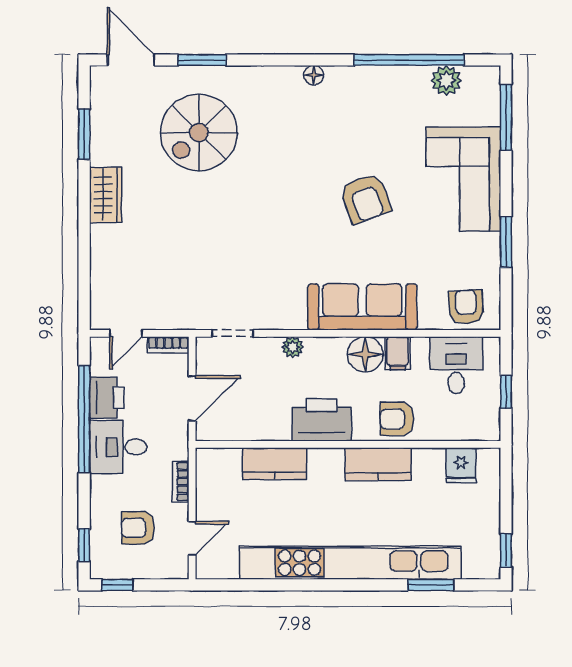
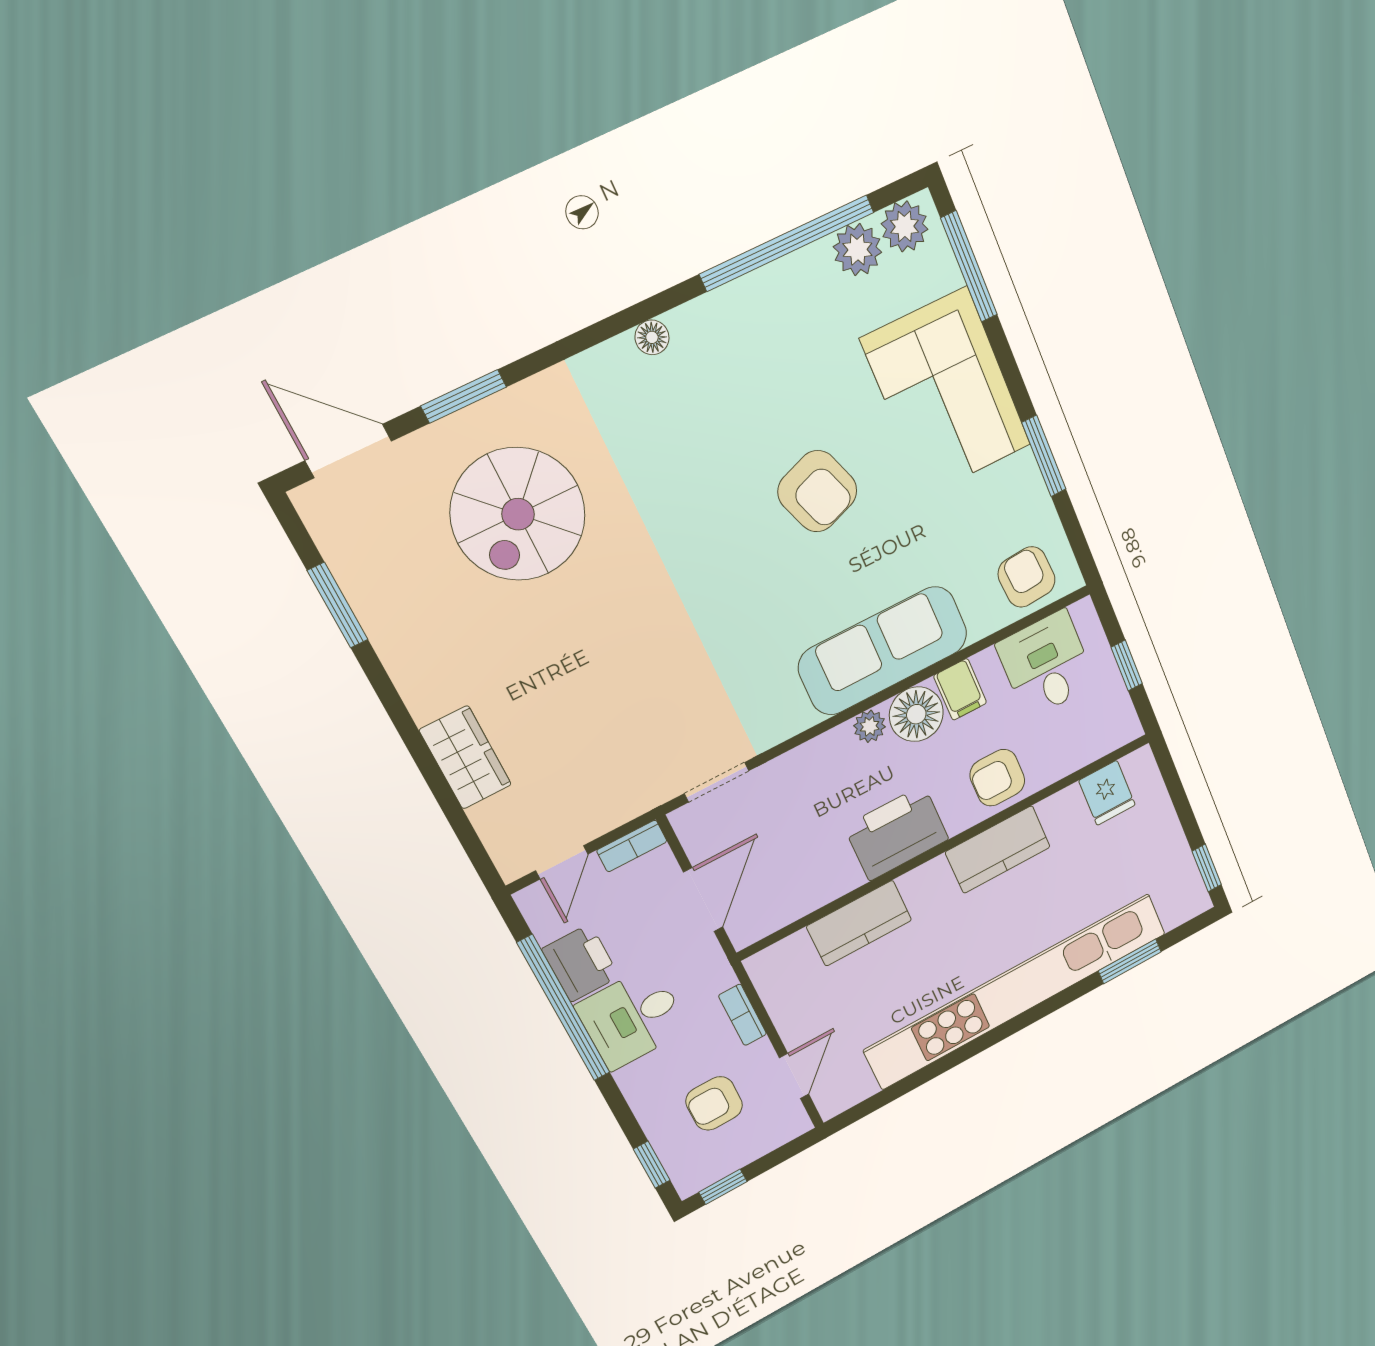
plant: (478, 80) -> (905, 226), added
wardrobe: (106, 195) -> (465, 757), moved
plant: (293, 347) -> (870, 726), moved

